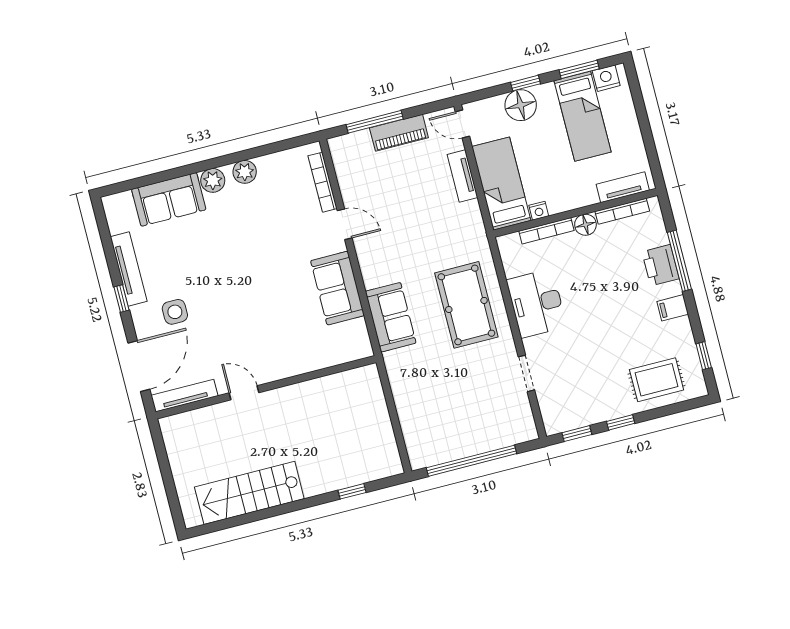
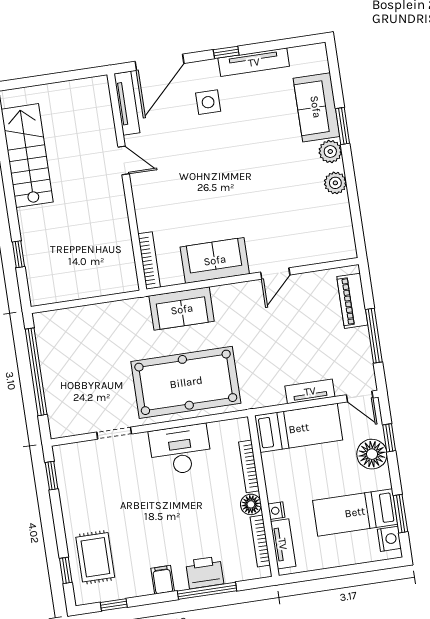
window: (526, 83) -> (389, 438), moved
window: (375, 122) -> (374, 336), moved
door: (462, 124) -> (360, 396), swing flipped
piano: (399, 133) -> (352, 301), moved
window: (185, 171) -> (343, 126), added
bookcase: (323, 182) -> (149, 261), moved, turned 90
nightstand: (539, 211) -> (276, 511), moved
pool table: (466, 305) -> (186, 382), width x1.36, depth x1.32
door: (139, 366) -> (160, 62), hinge flipped
door: (244, 393) -> (124, 160), hinge flipped
window: (621, 422) -> (66, 570), moved

